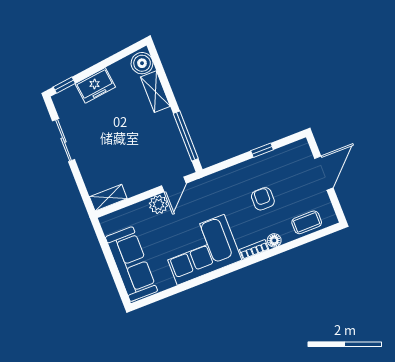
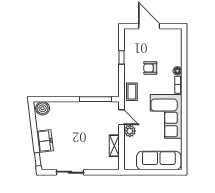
shelving: (155, 92) -> (62, 107), removed
shelving: (108, 198) -> (114, 146), moved
coffee table: (307, 222) -> (132, 92), moved

